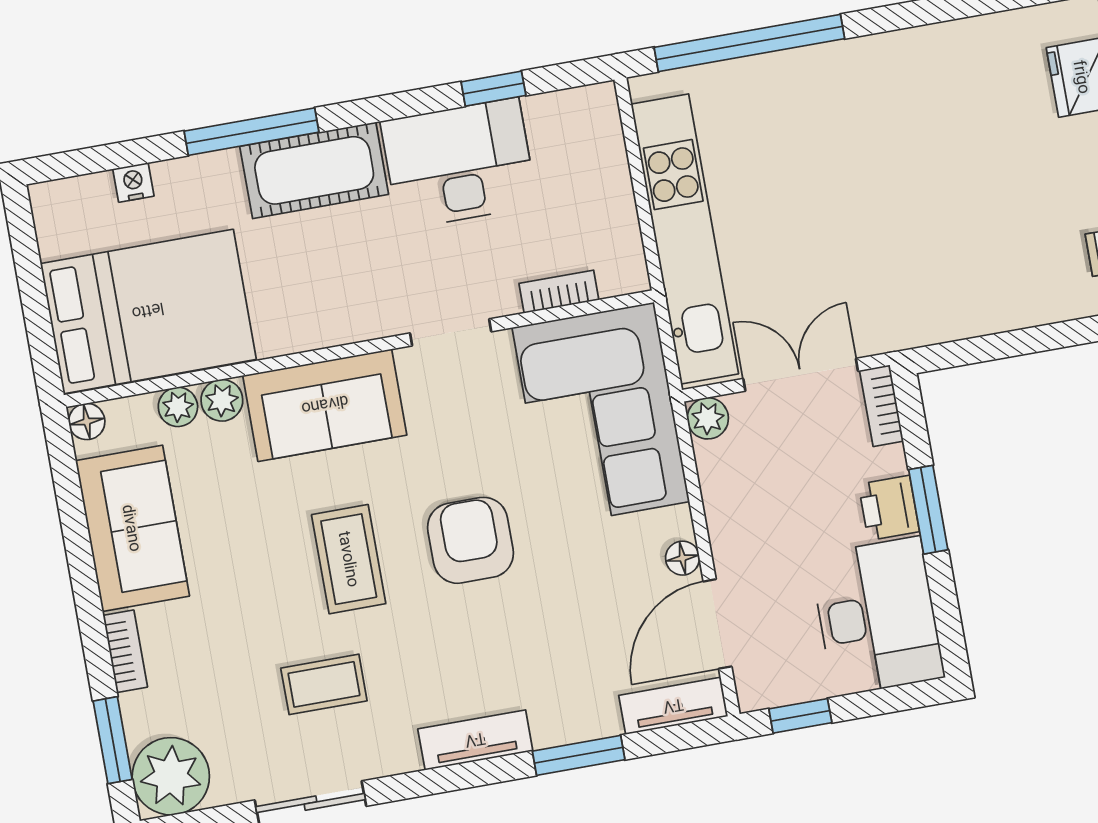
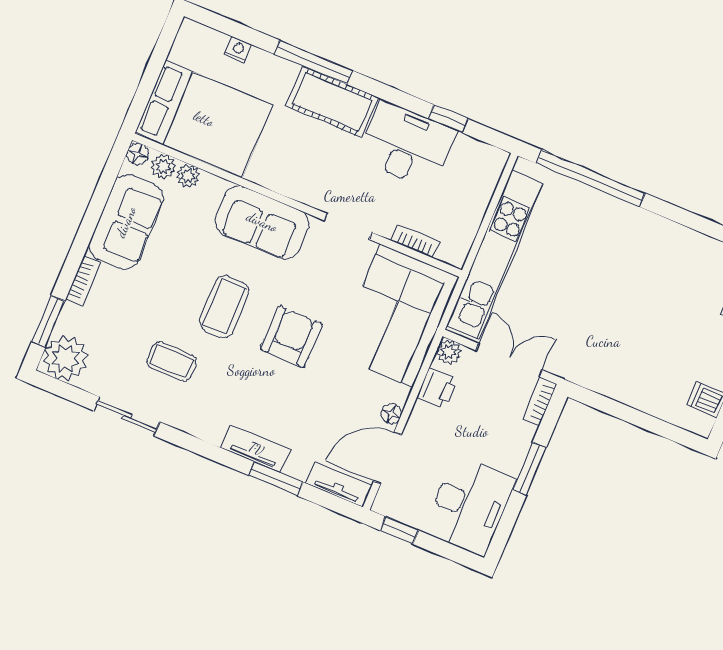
plant: (222, 400) -> (163, 166), moved
printer: (889, 508) -> (437, 388), moved, turned 180
tv unit: (475, 740) -> (256, 449), moved

